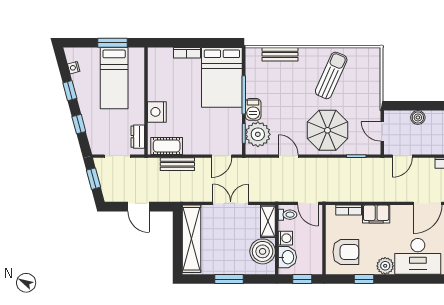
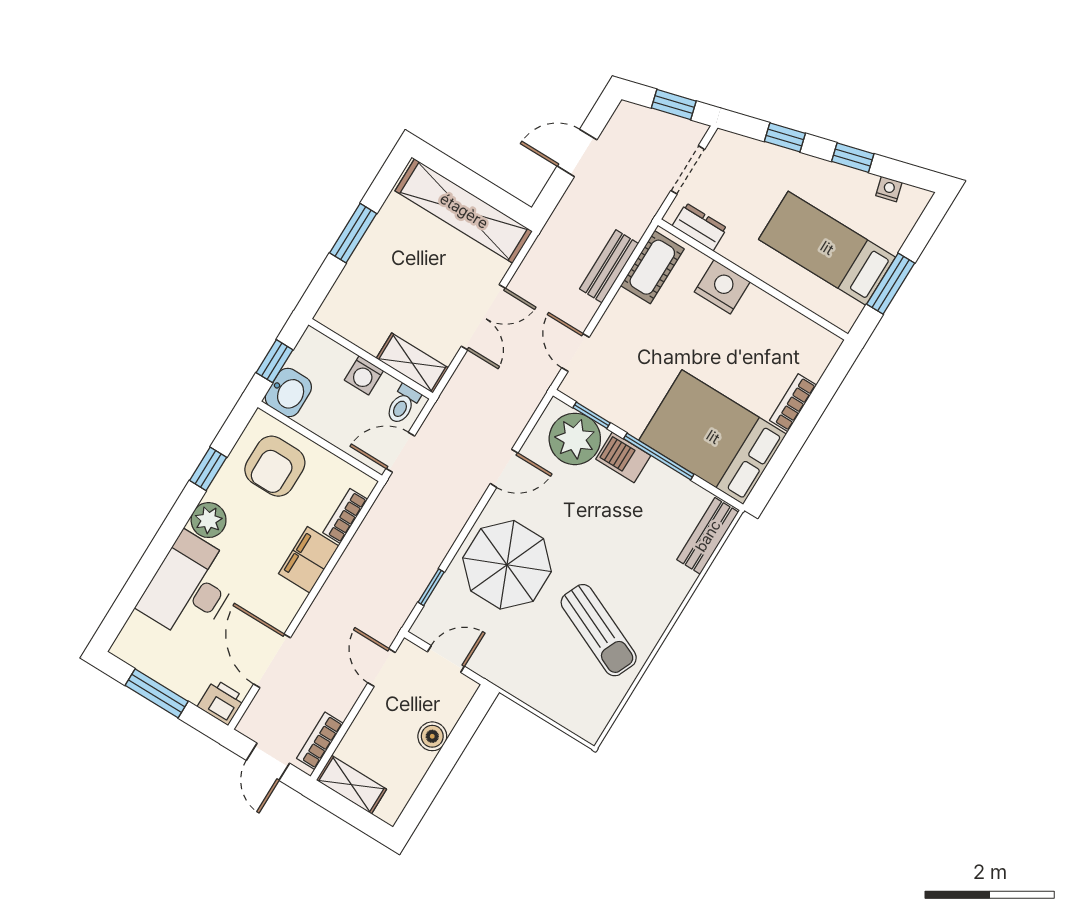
bench: (280, 54) -> (708, 536), moved
boiler: (263, 251) -> (365, 321), removed
washbasin: (287, 257) -> (288, 392), moved, turned -90

